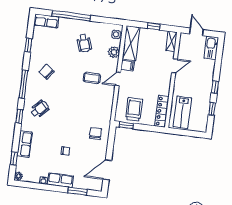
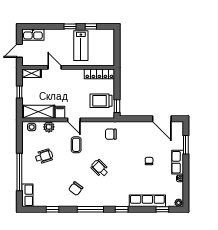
wheelchair: (40, 109) -> (100, 168), moved
lab bench: (182, 112) -> (81, 46), moved, turned 90
chair: (96, 133) -> (111, 134), moved
row of seats: (25, 144) -> (147, 201), width x1.48

